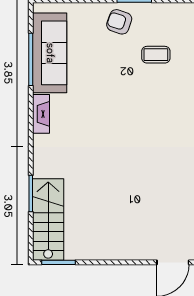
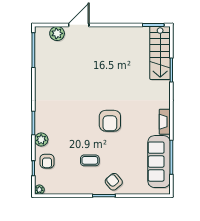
armchair: (119, 22) -> (114, 182), turned -149
armchair: (125, 115) -> (110, 121), added

